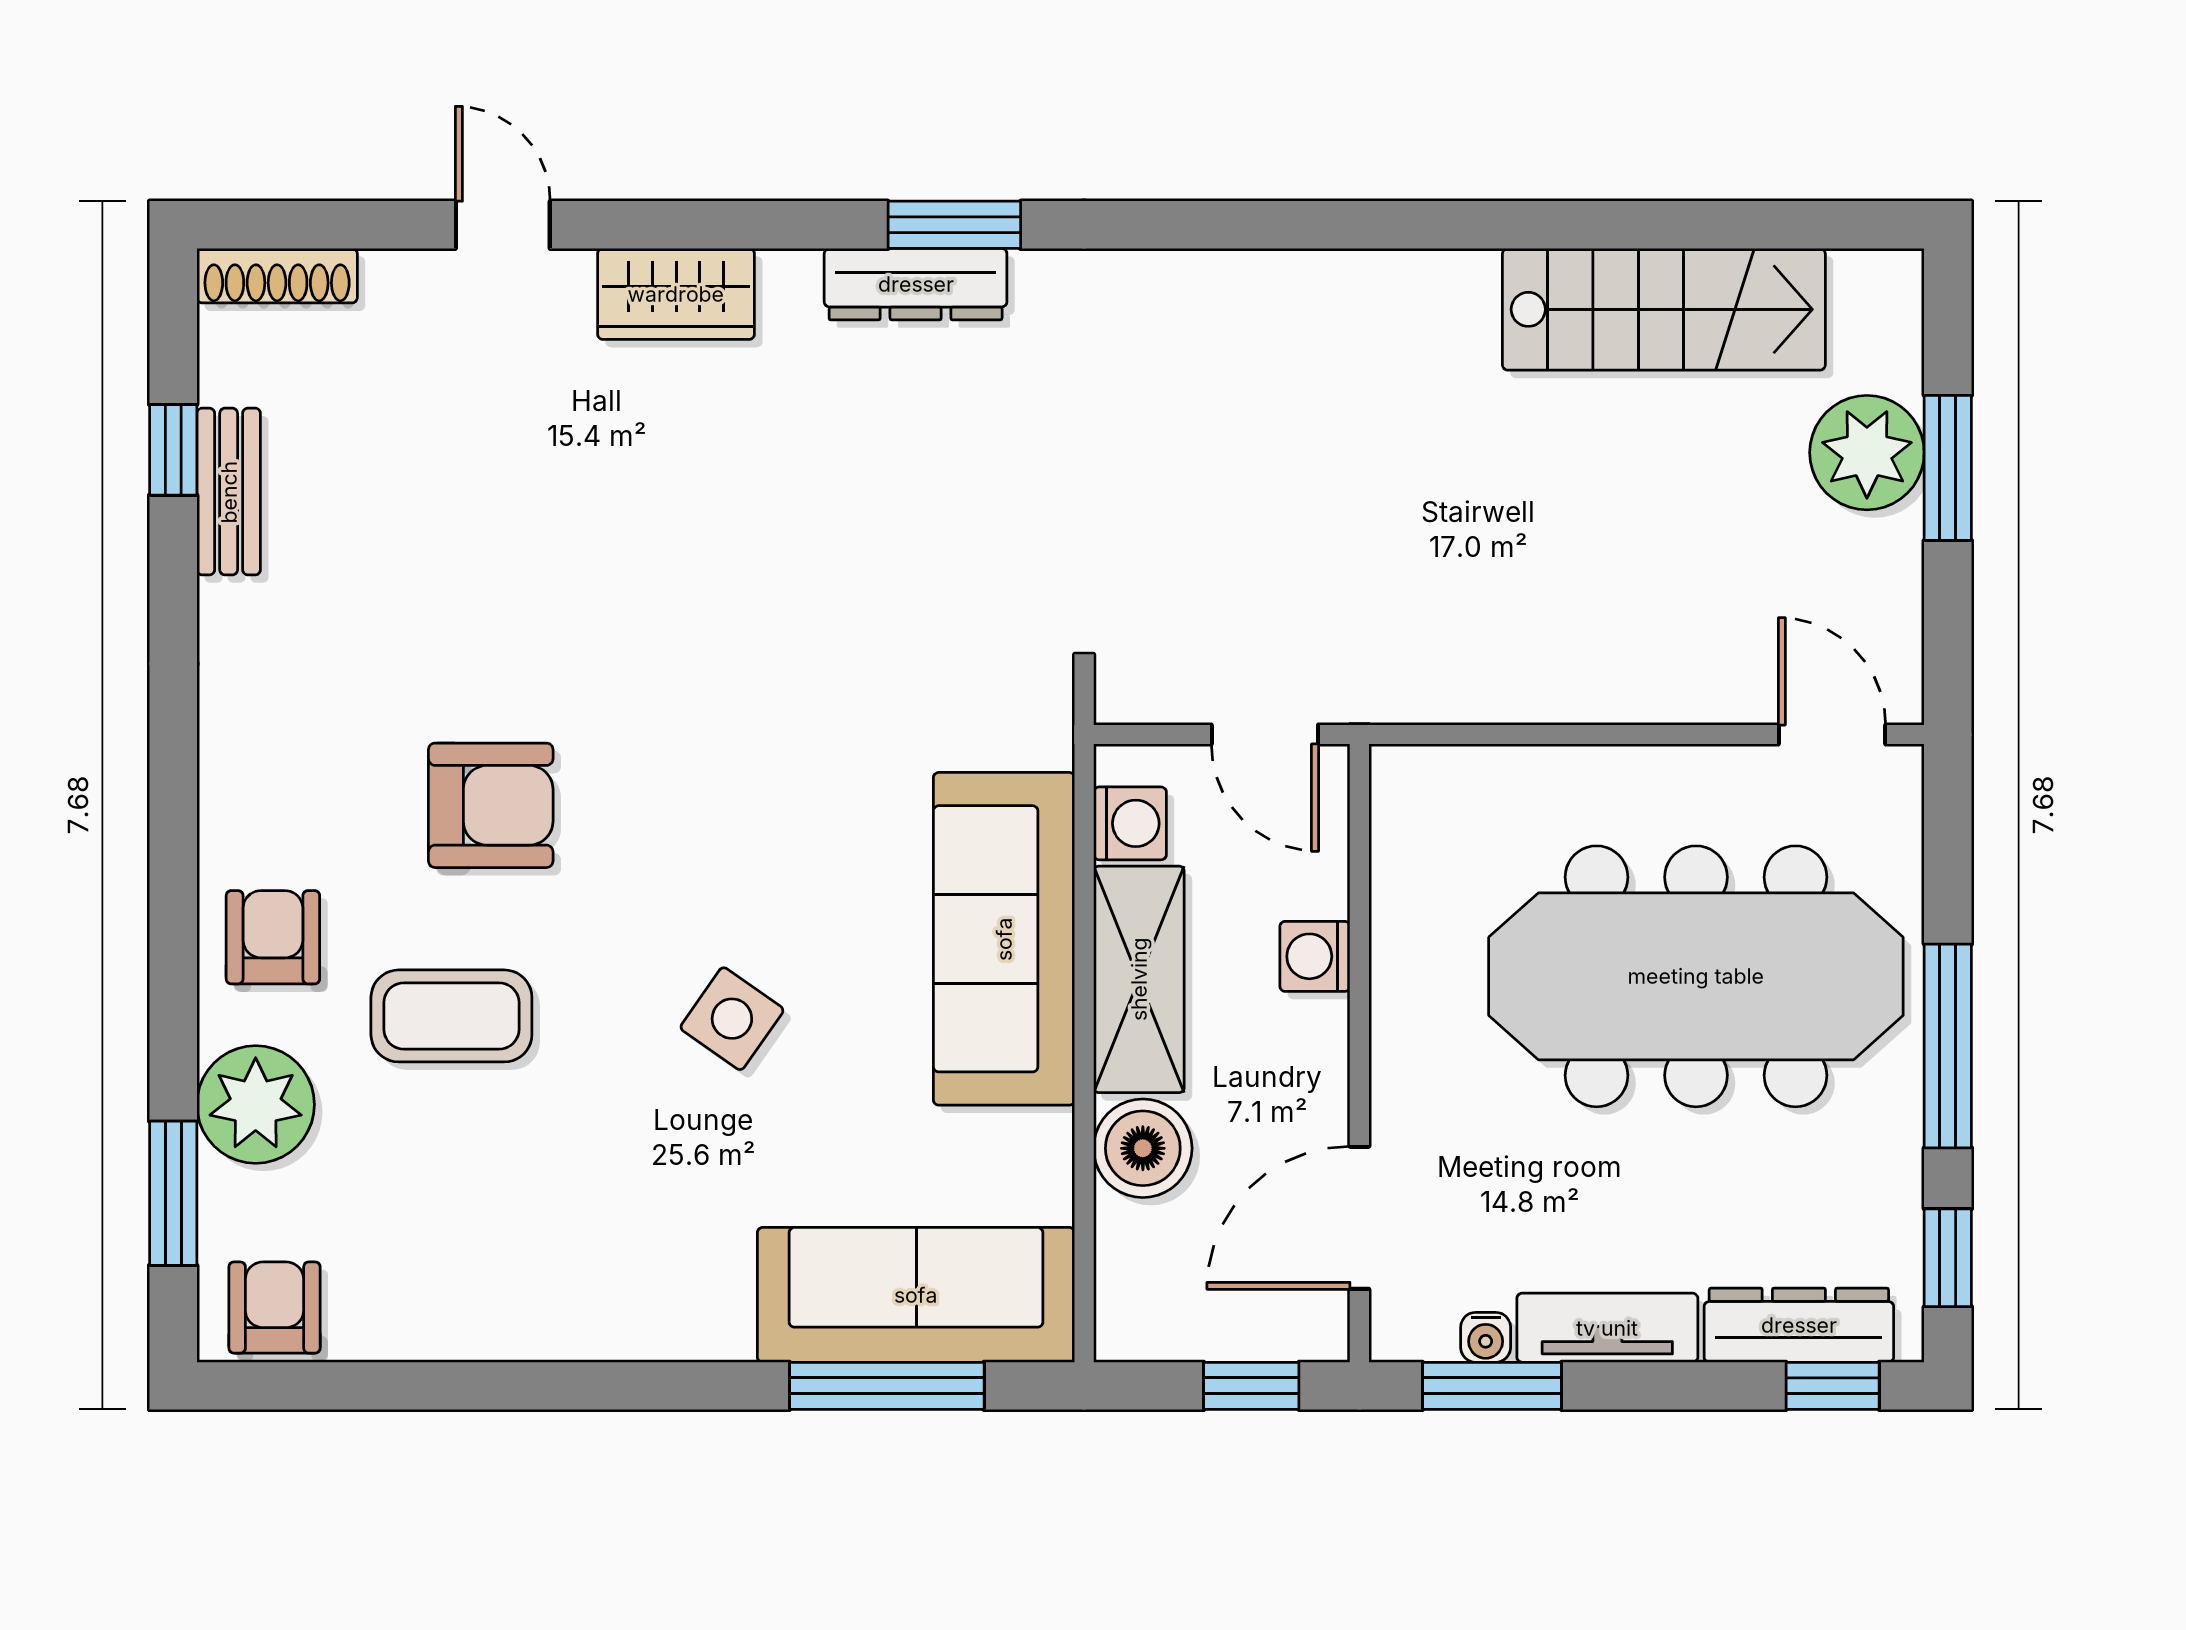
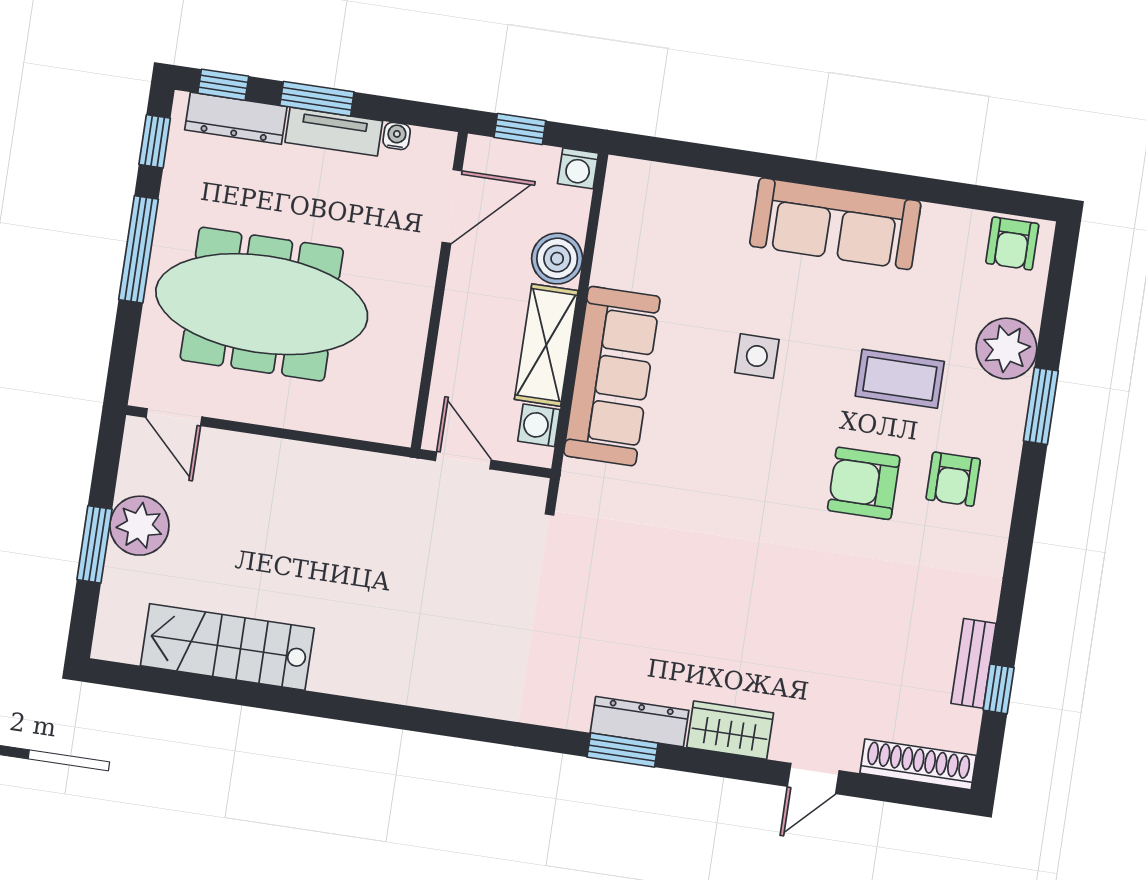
door: (503, 225) -> (813, 779), hinge flipped
window: (954, 225) -> (623, 750), moved
shoe rack: (277, 276) -> (918, 764), width x1.36, depth x1.24
dresser: (916, 284) -> (640, 722), moved
plant: (1867, 453) -> (139, 526), moved
armchair: (273, 937) -> (953, 479), moved
washing machine: (1315, 956) -> (578, 168), moved, turned 90
side table: (732, 1019) -> (757, 356), turned -35
window: (173, 1193) -> (1041, 406), moved
sofa: (916, 1295) -> (835, 224), moved
window: (887, 1386) -> (706, 157), removed
window: (1492, 1386) -> (317, 99), moved

